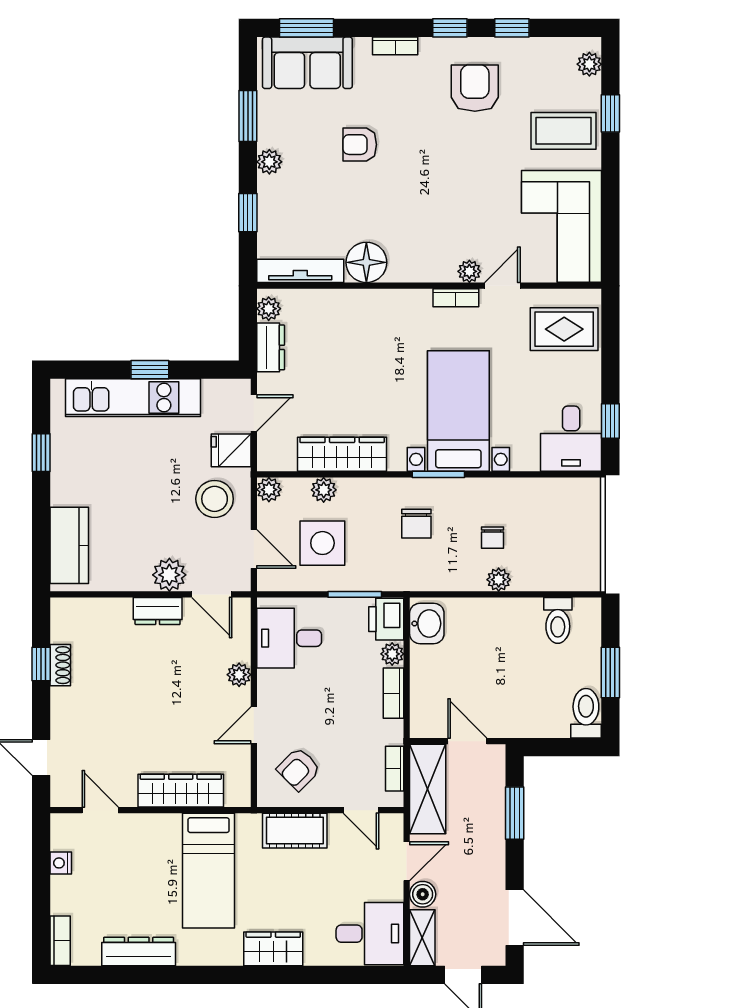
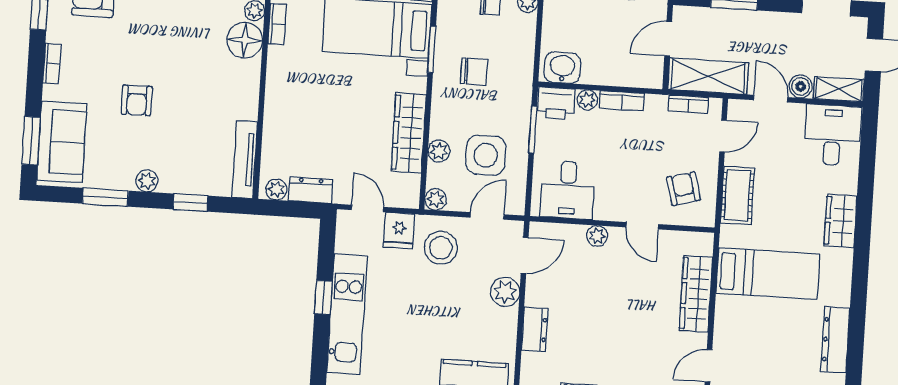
floor lamp: (366, 262) -> (245, 40), moved
dresser: (158, 611) -> (535, 329), moved
armchair: (299, 769) -> (683, 189), turned -150

